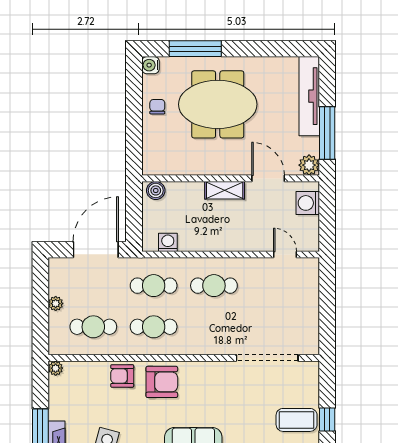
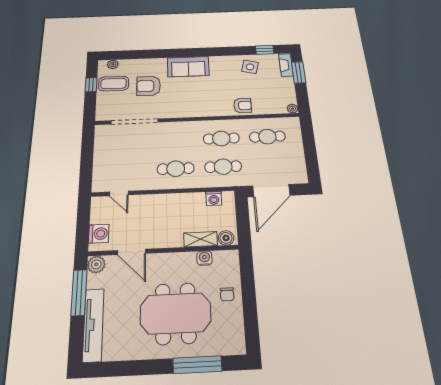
water cooler: (151, 65) -> (204, 258), moved, turned -90
chair: (157, 107) -> (227, 294), moved
shelving: (225, 190) -> (201, 239), moved
plant: (56, 304) -> (298, 151), removed
armchair: (162, 382) -> (149, 86), moved

